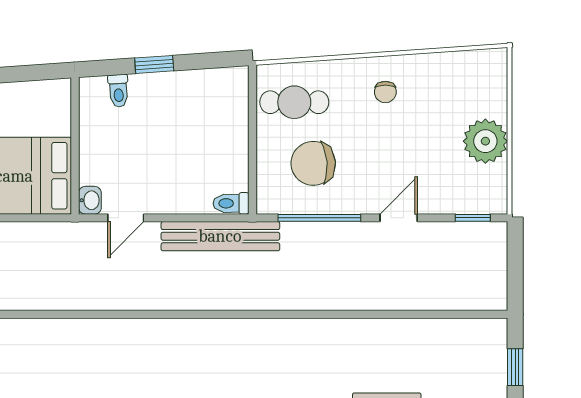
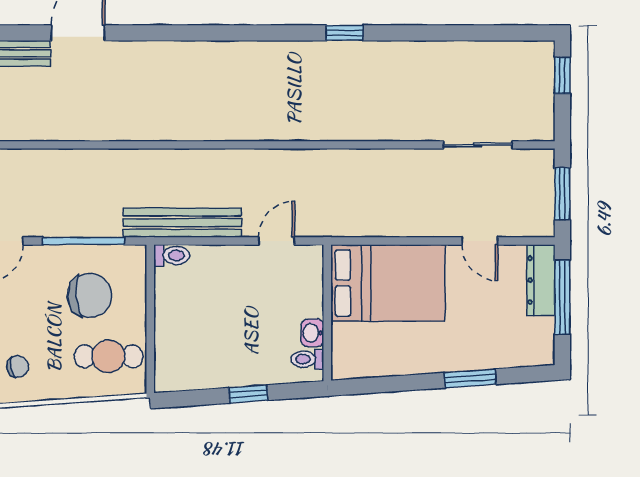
toilet: (118, 91) -> (308, 359), moved, turned -86
chair: (385, 92) -> (18, 367), turned 80
washbasin: (90, 200) -> (312, 333), moved

